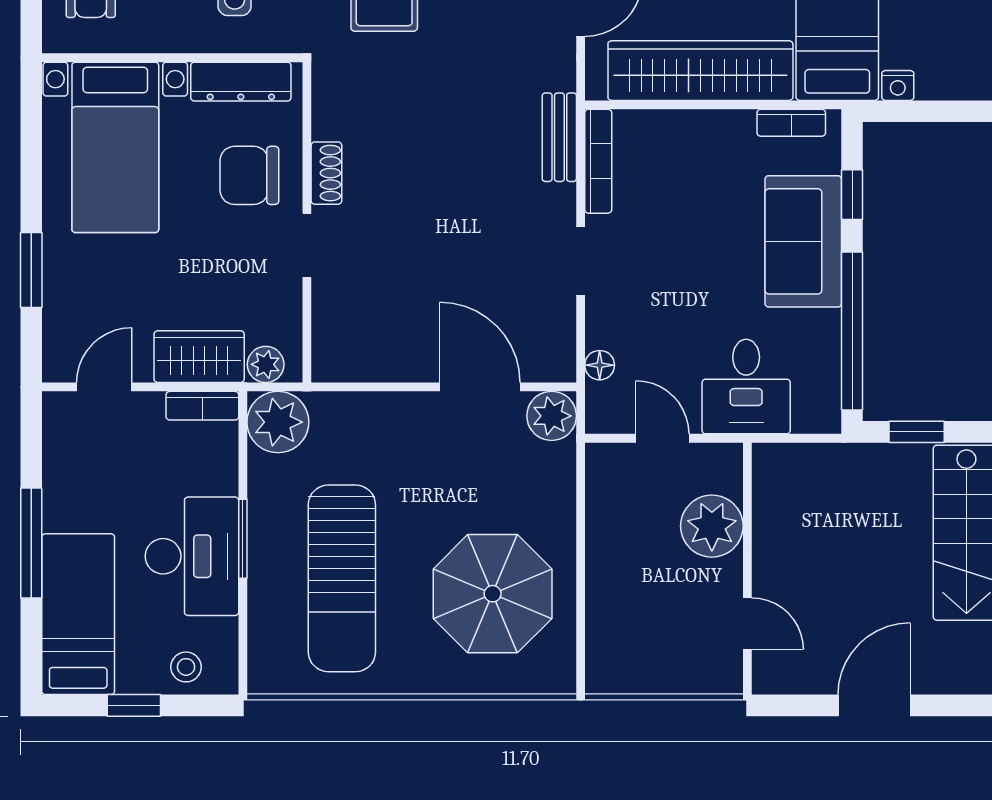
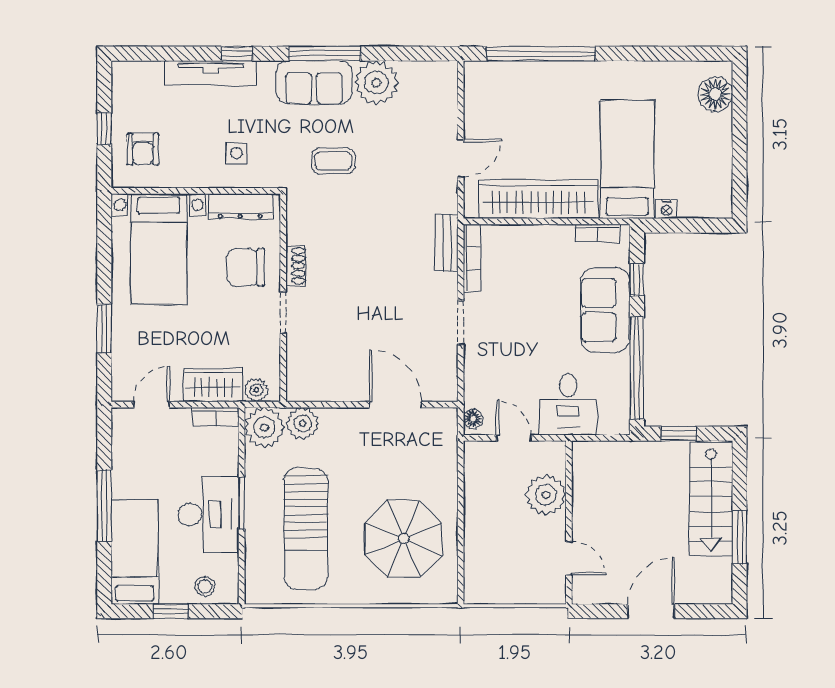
floor lamp: (600, 365) -> (473, 419), moved
plant: (552, 416) -> (303, 423), moved

